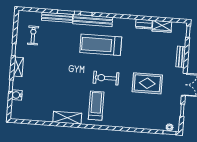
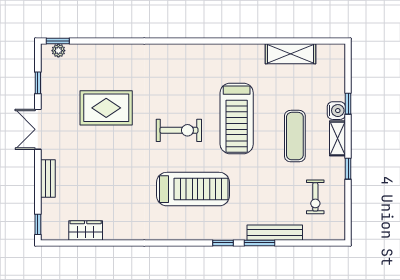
bench: (93, 21) -> (211, 232), removed
dresser: (144, 24) -> (118, 232), removed
exercise mat: (42, 70) -> (295, 136), added
rug: (147, 83) -> (106, 108), moved
water cooler: (17, 95) -> (336, 111), moved
treadmill: (96, 106) -> (237, 118), moved, width x1.37, depth x1.38
shelving: (67, 118) -> (291, 54), moved

